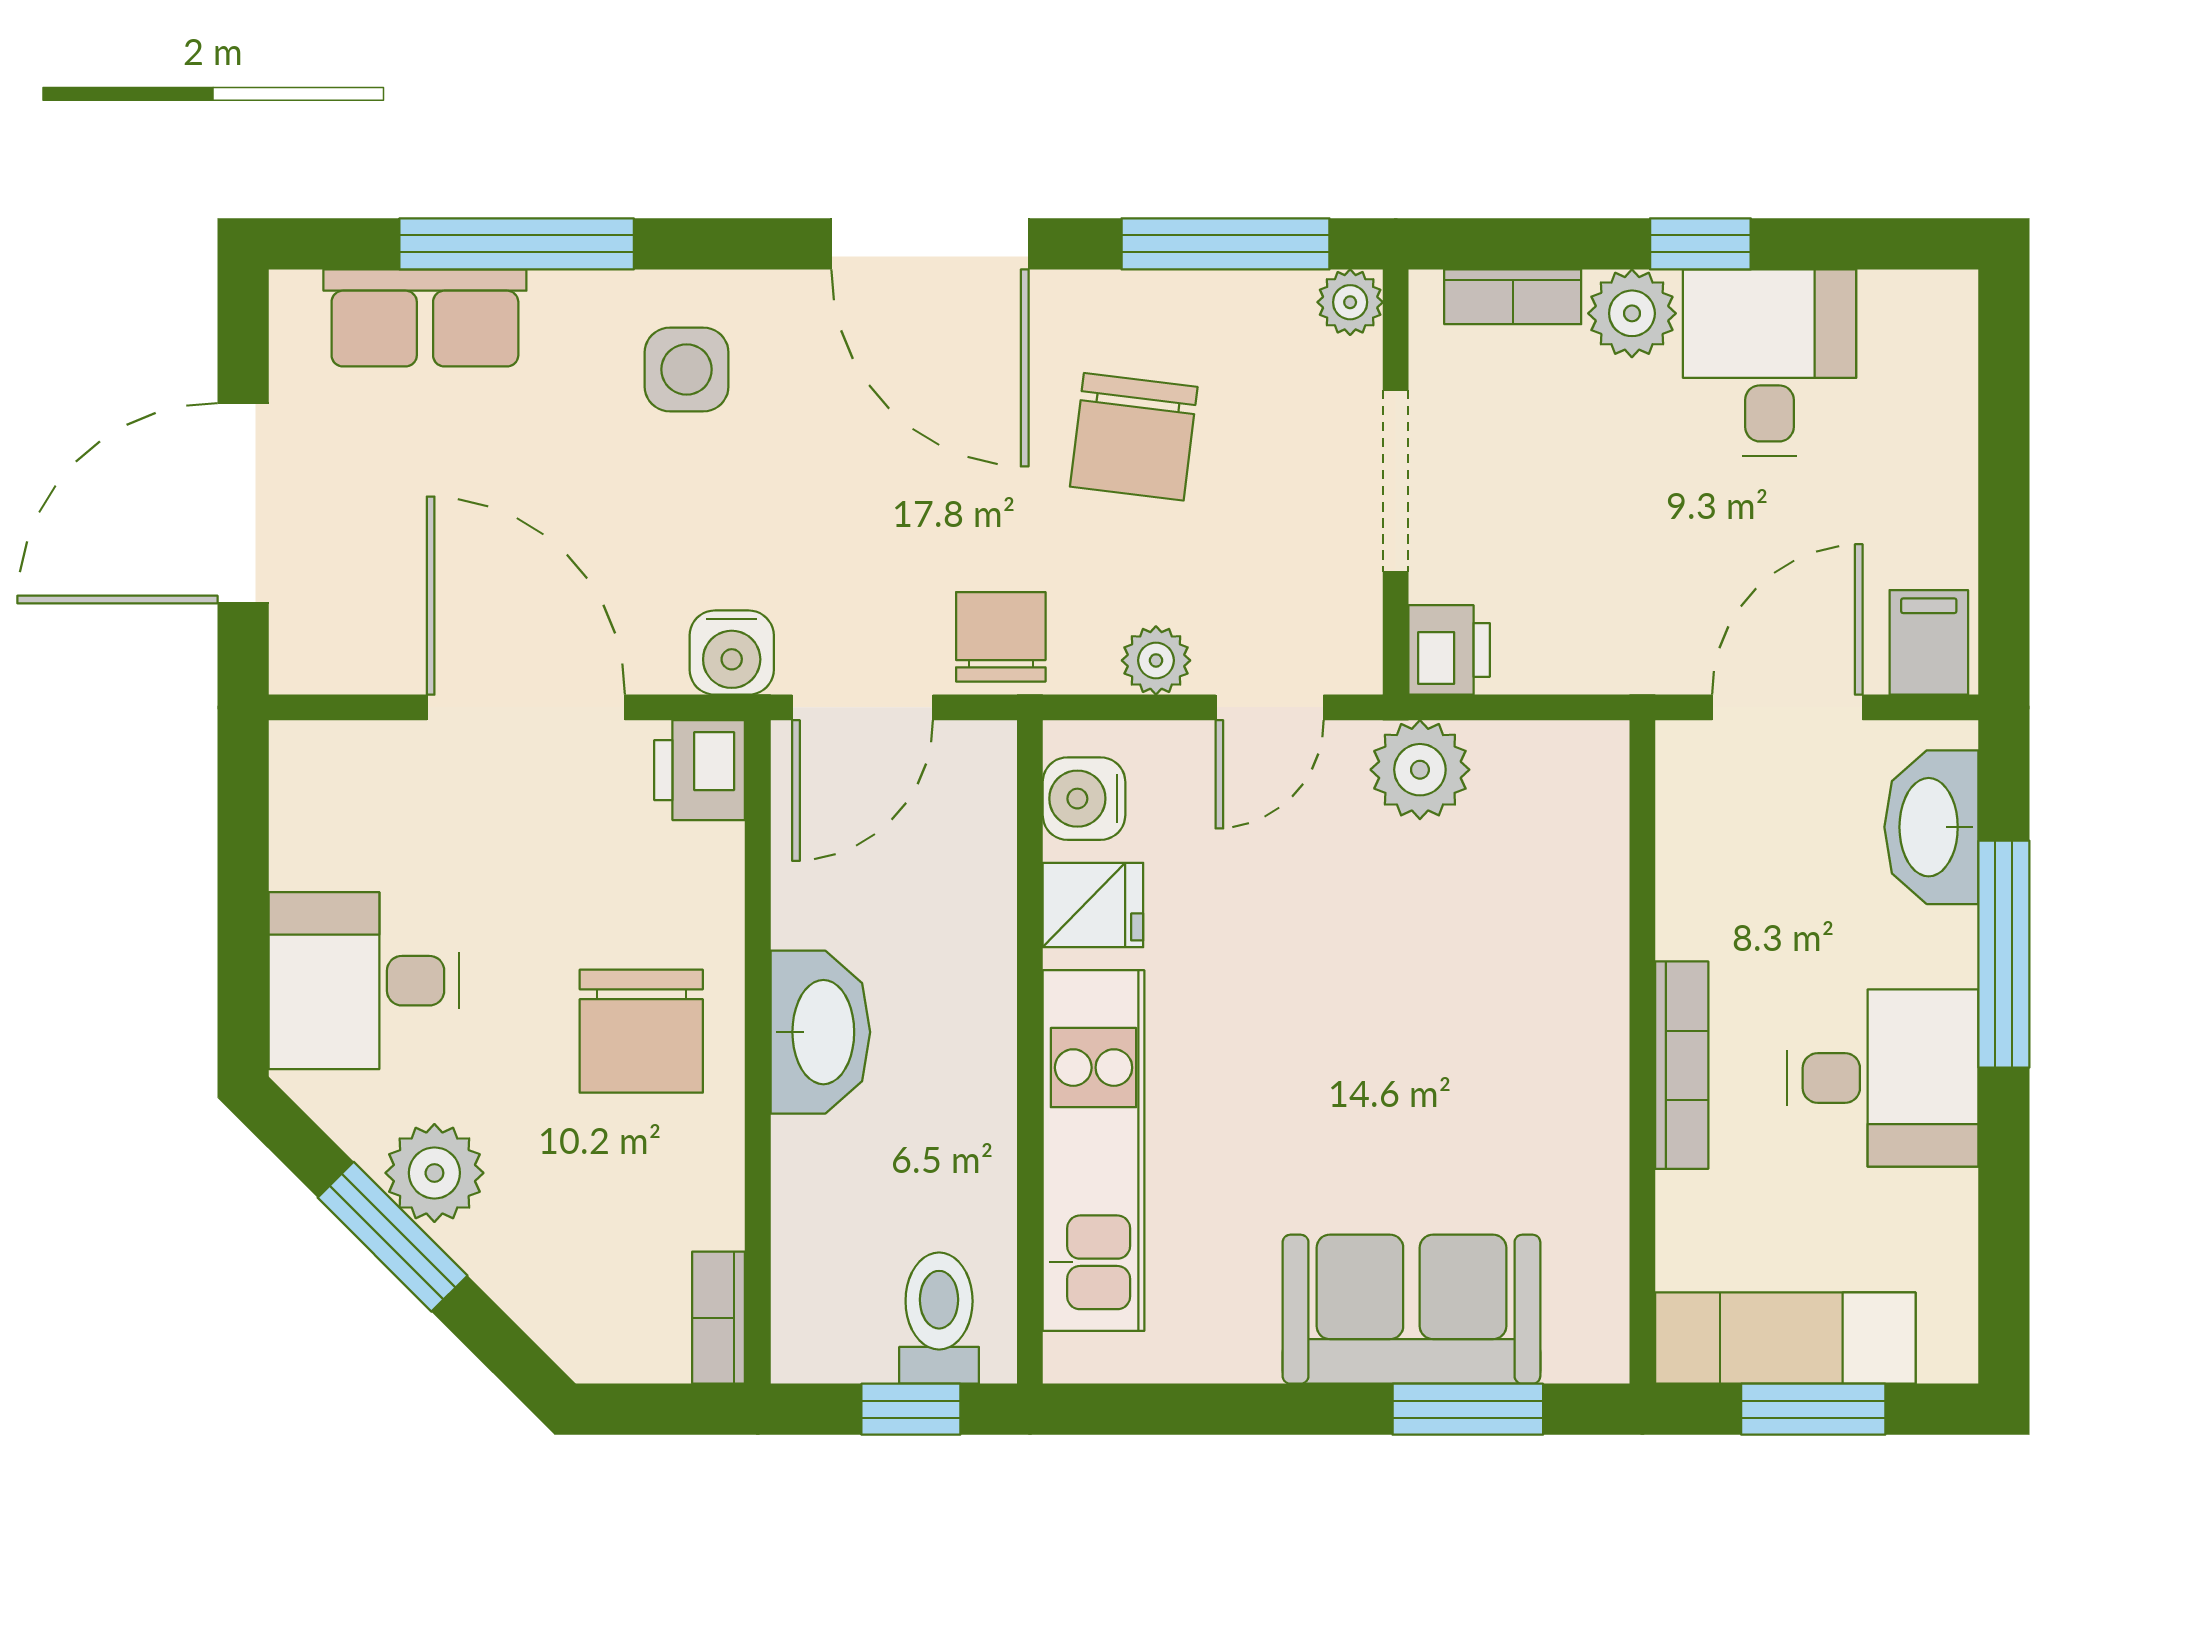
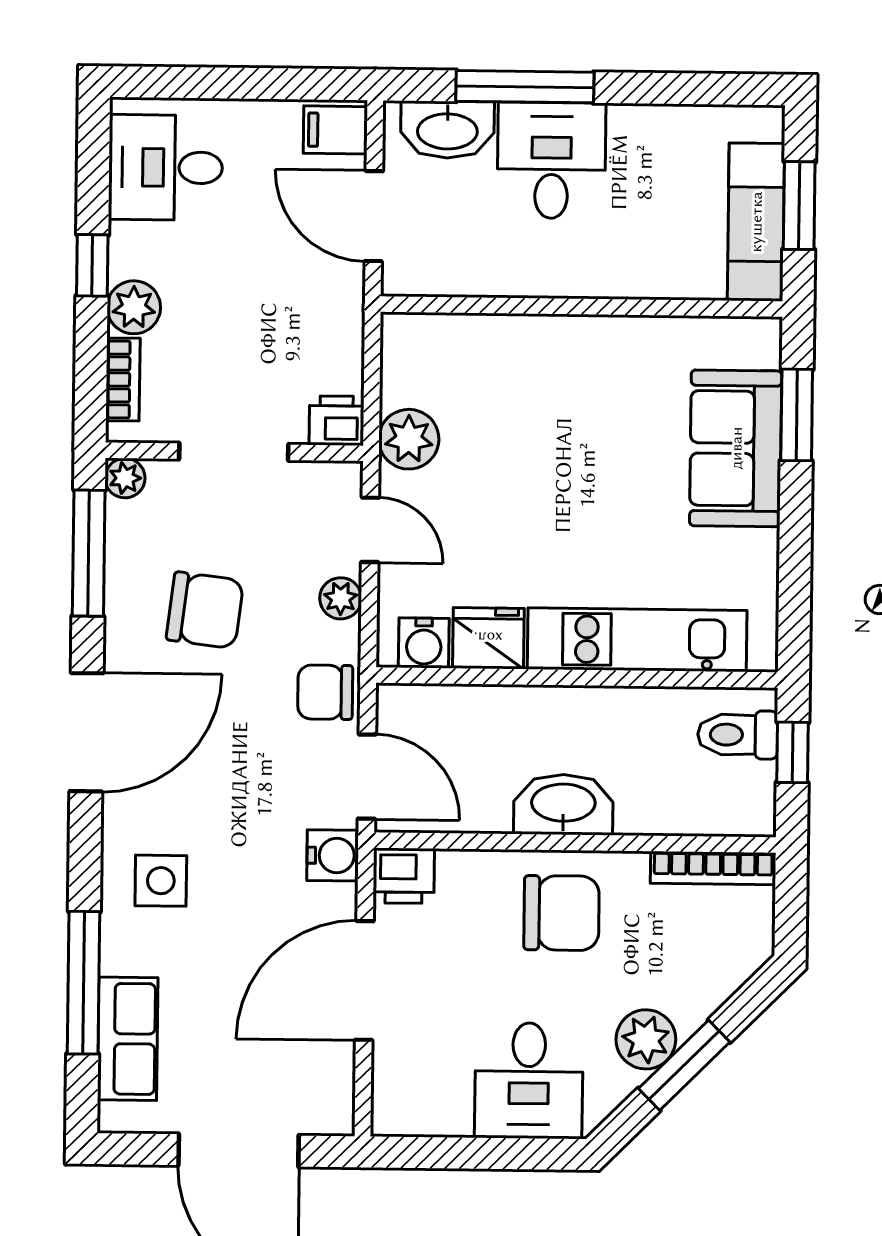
desk: (1769, 363) -> (166, 167), moved
fridge: (1093, 905) -> (488, 638), width x1.38
bookcase: (1682, 1065) -> (590, 283), removed
desk: (1883, 1078) -> (551, 160), moved
bookcase: (719, 1318) -> (713, 868), width x1.56

